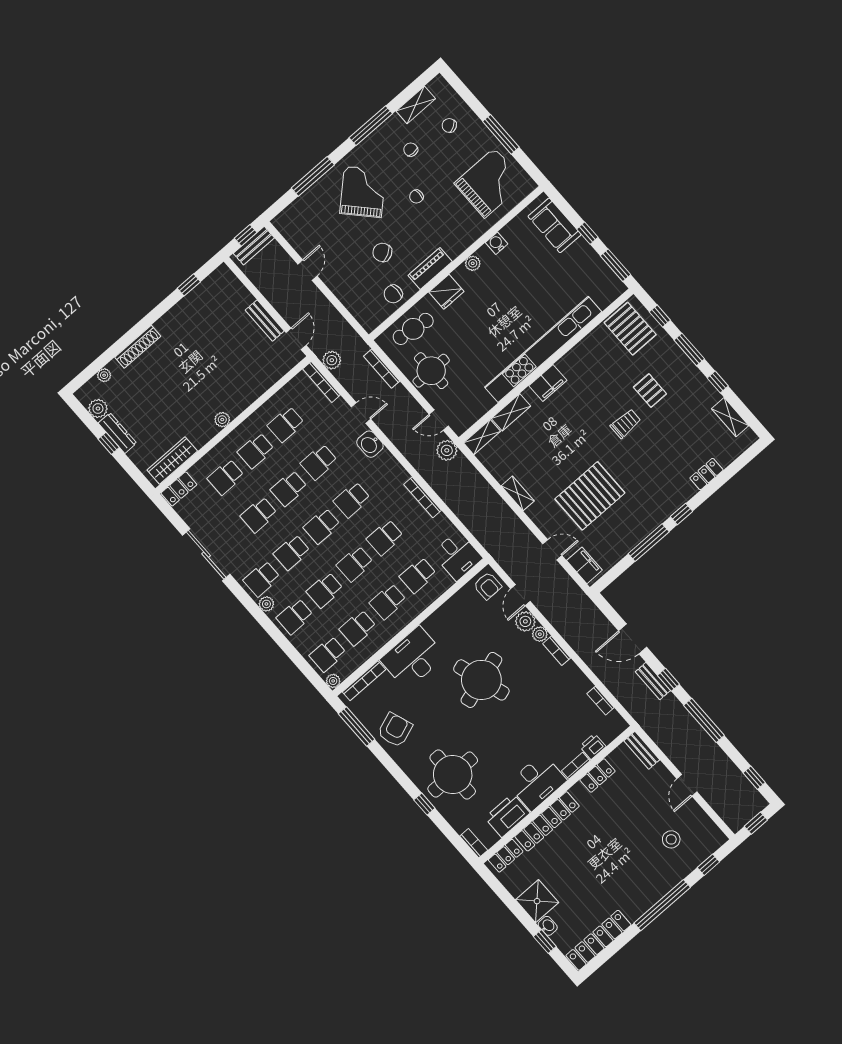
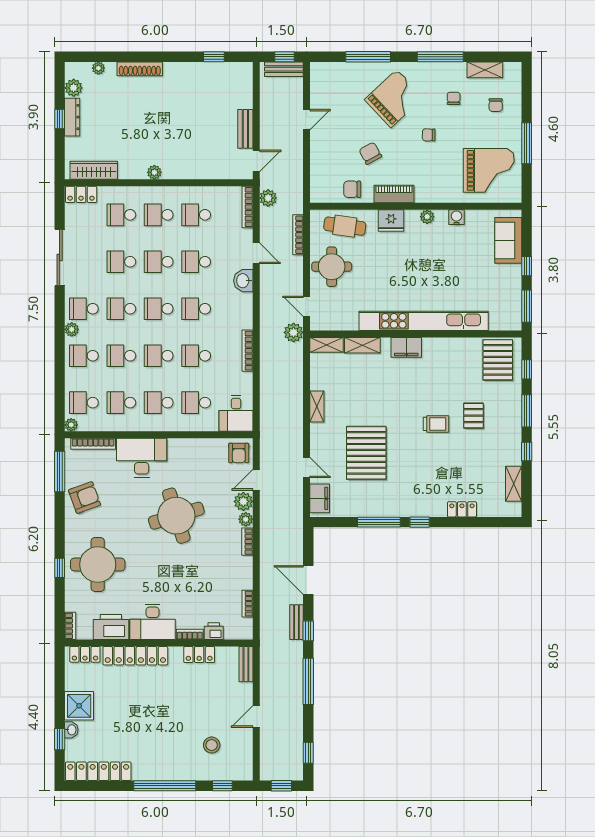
chair: (449, 125) -> (496, 105), turned -150
pallet: (590, 496) -> (366, 453), turned 90

